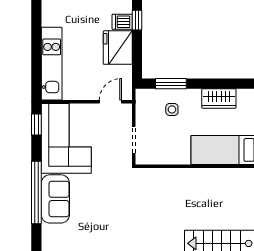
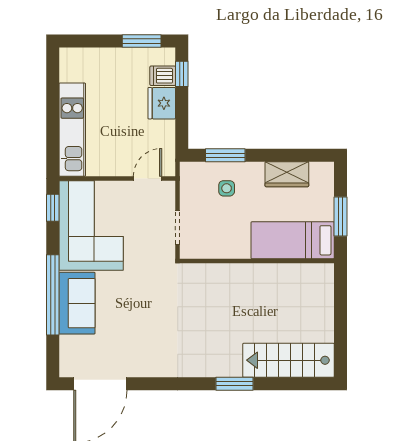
fridge: (118, 48) -> (162, 103), width x0.73, depth x0.75

